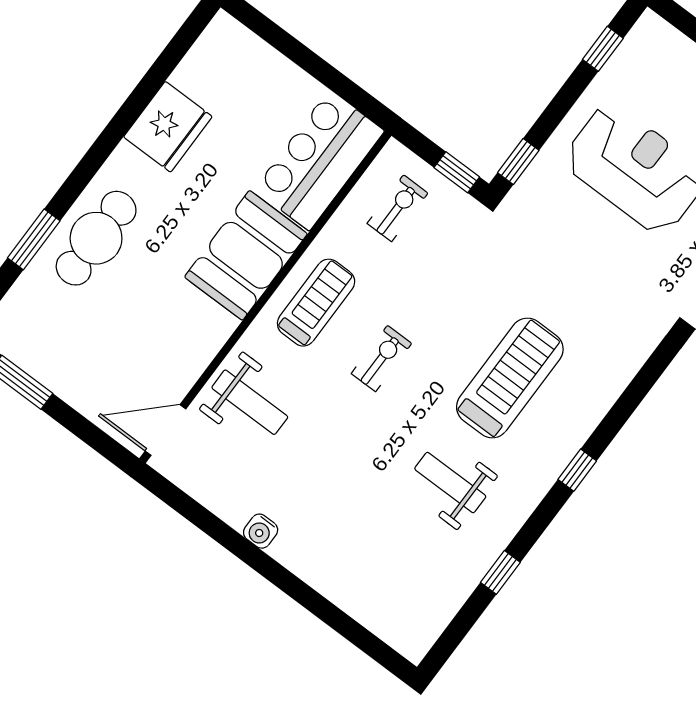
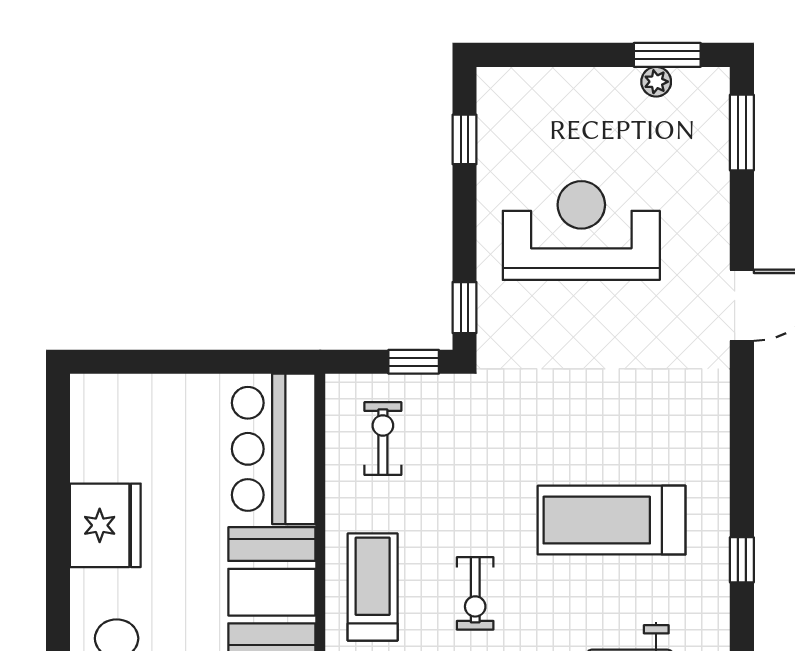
exercise bike: (382, 358) -> (475, 593), turned 180
treadmill: (510, 378) -> (612, 520), turned -90

